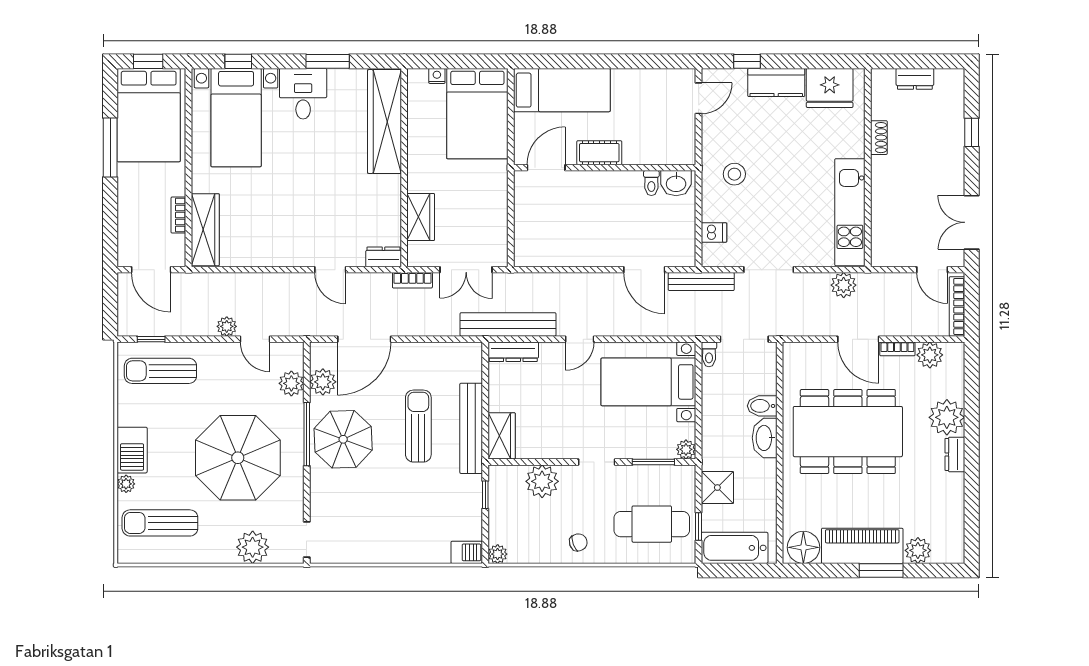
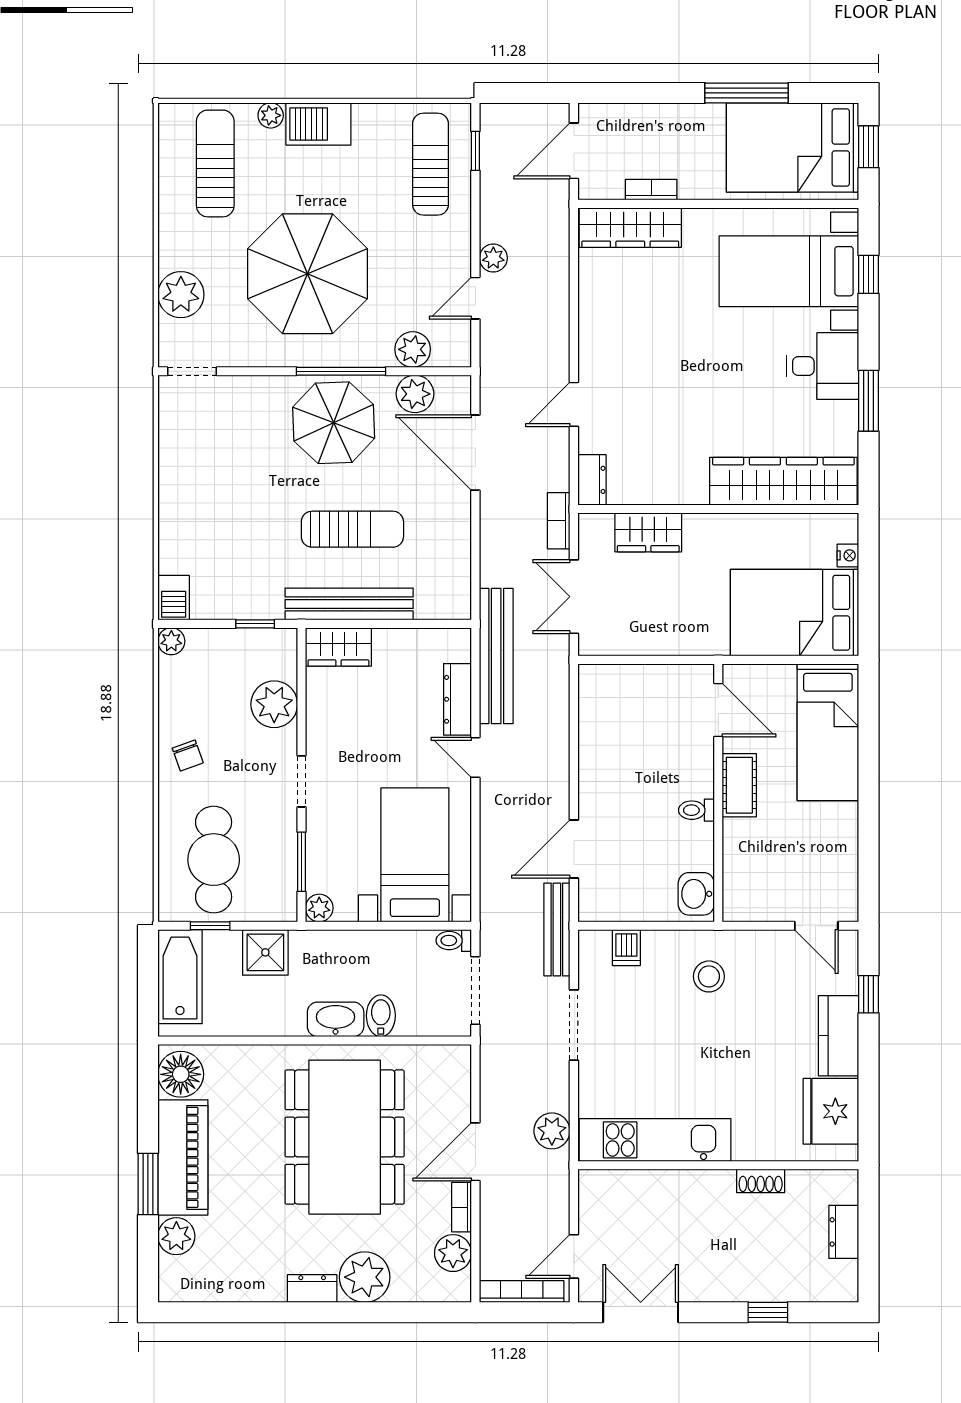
toilet: (651, 183) -> (696, 810), moved
dresser: (513, 352) -> (457, 699), moved

